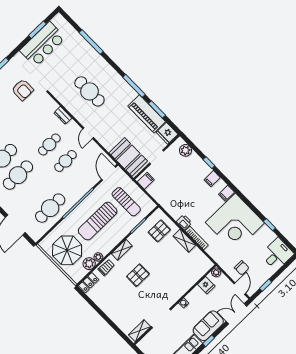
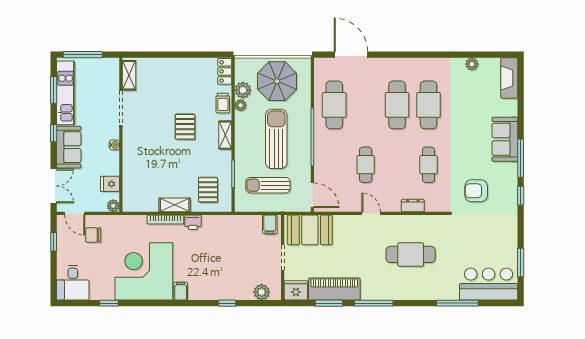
bar counter: (43, 44) -> (489, 284), moved, turned 90
cafe table: (49, 144) -> (428, 165), moved
filing cabinet: (212, 179) -> (208, 291), removed

